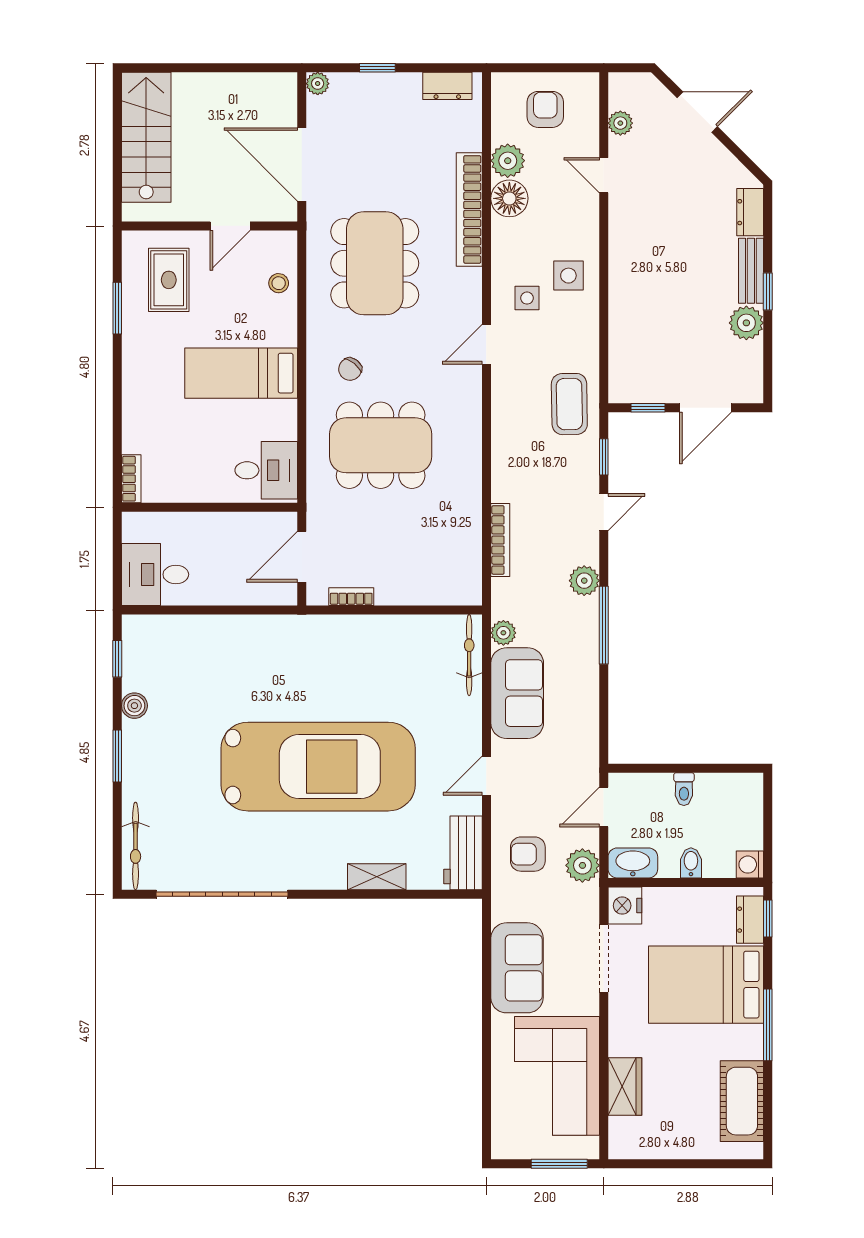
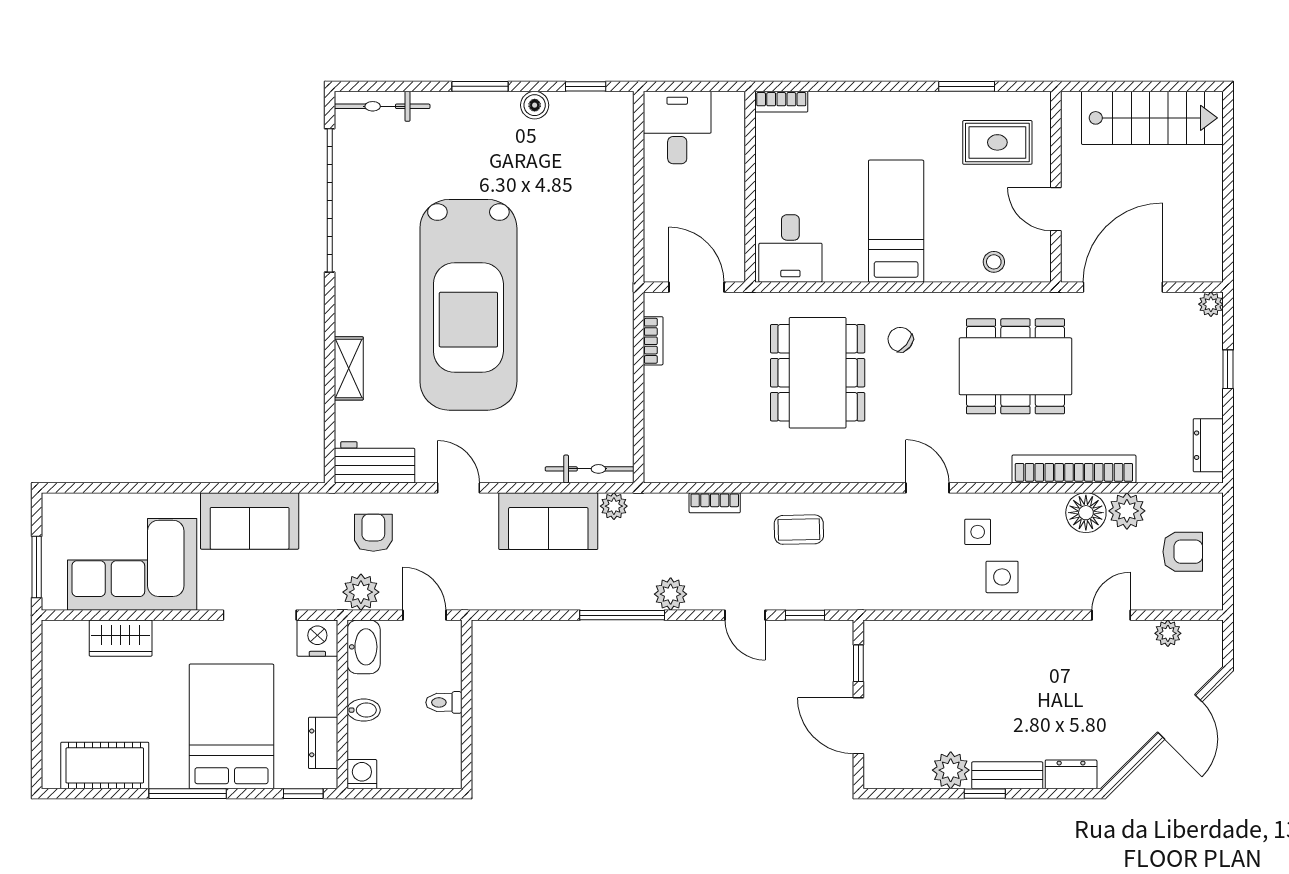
coffee table: (569, 404) -> (799, 530), moved, width x0.73, depth x0.77
bookcase: (500, 540) -> (715, 503), width x0.64
dresser: (750, 920) -> (323, 743), moved, turned -90

